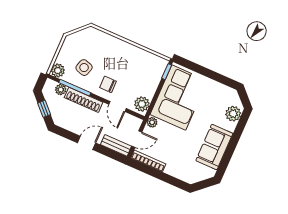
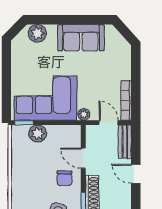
plant: (142, 104) -> (38, 134), moved
door: (117, 106) -> (83, 158), swing flipped

